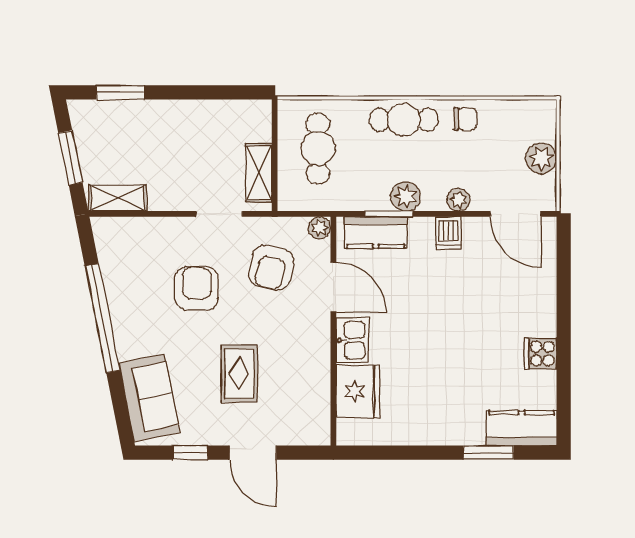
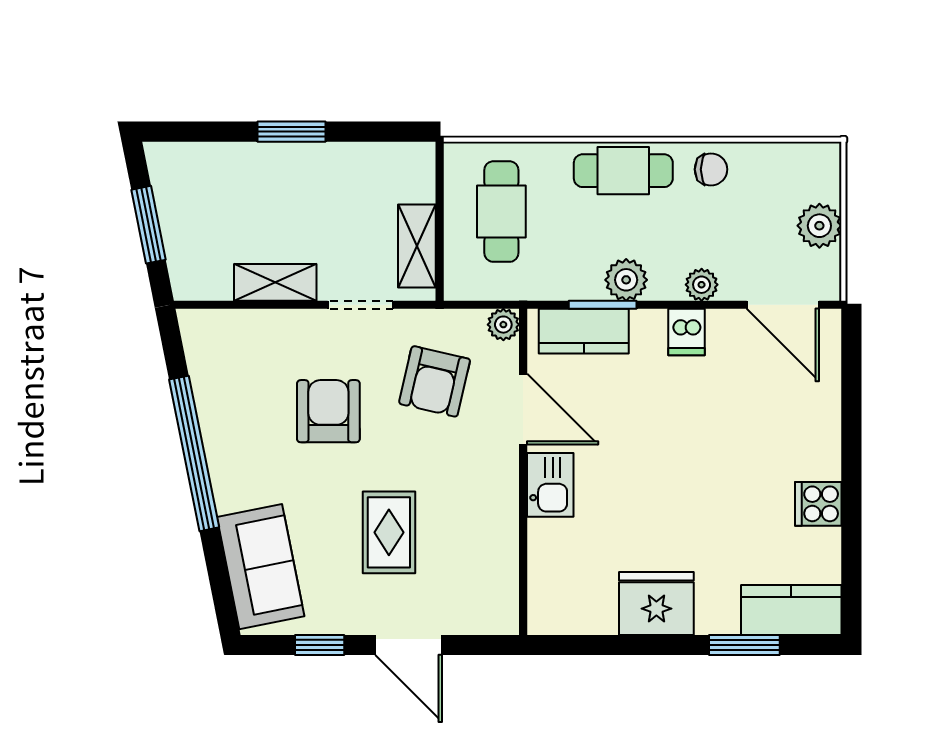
window: (120, 92) -> (291, 132), moved
shelving: (118, 198) -> (275, 282), moved
fridge: (358, 391) -> (656, 603), moved, turned -90

